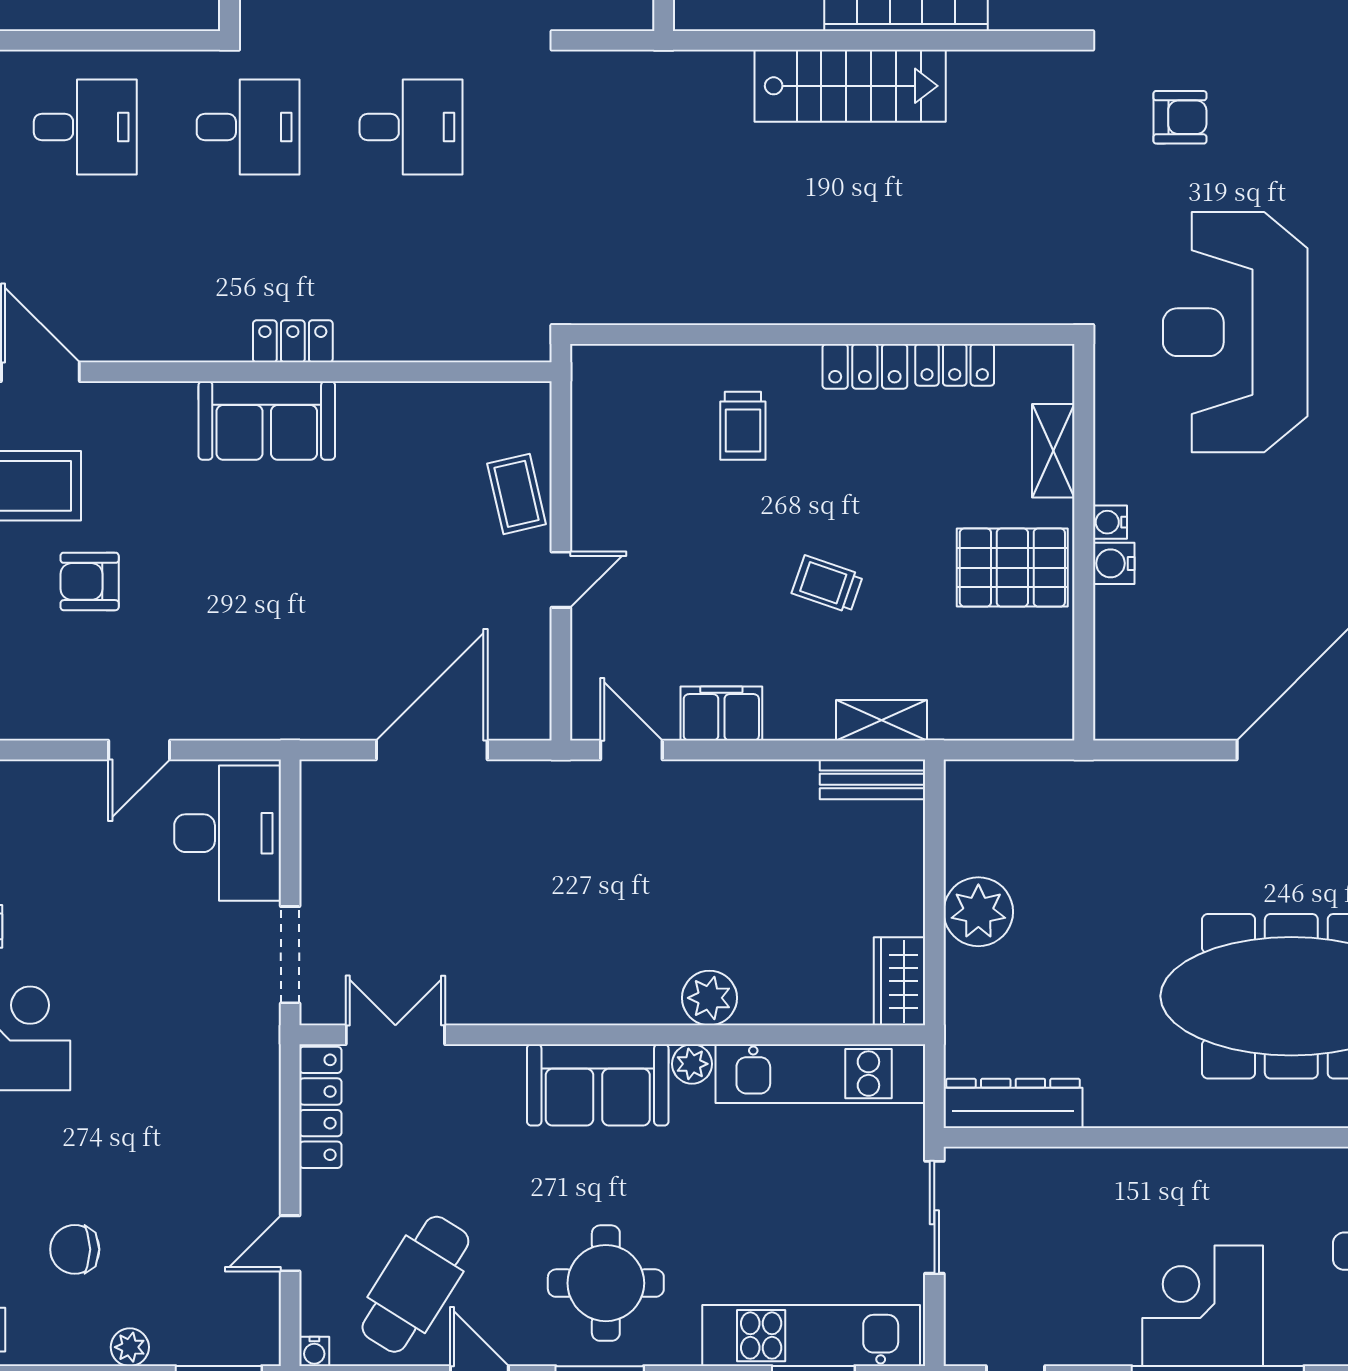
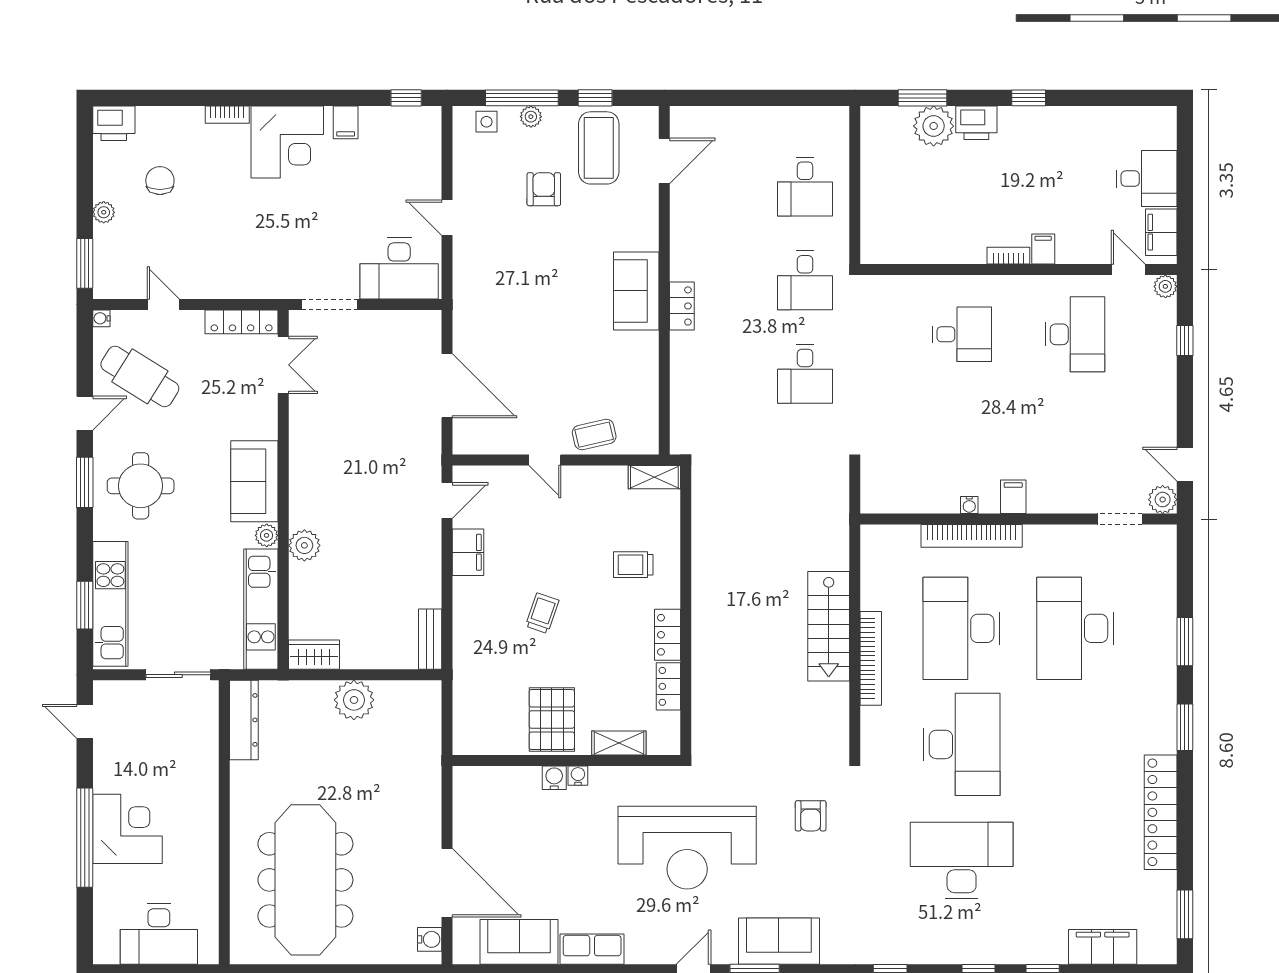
reception desk: (1235, 332) -> (687, 848), turned 180
shelving: (881, 720) -> (654, 477), moved, turned 90

